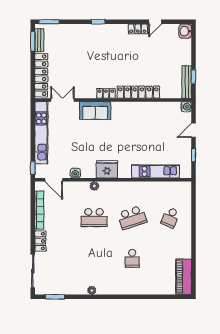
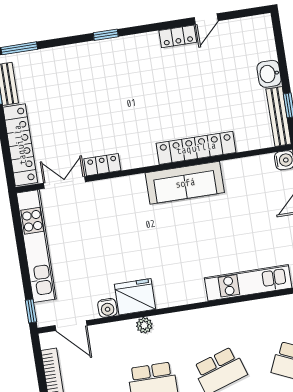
washbasin: (185, 31) -> (269, 74), moved
locker: (106, 93) -> (102, 165), moved
sofa: (95, 110) -> (185, 183), moved, width x1.36
fridge: (107, 169) -> (135, 297), moved

